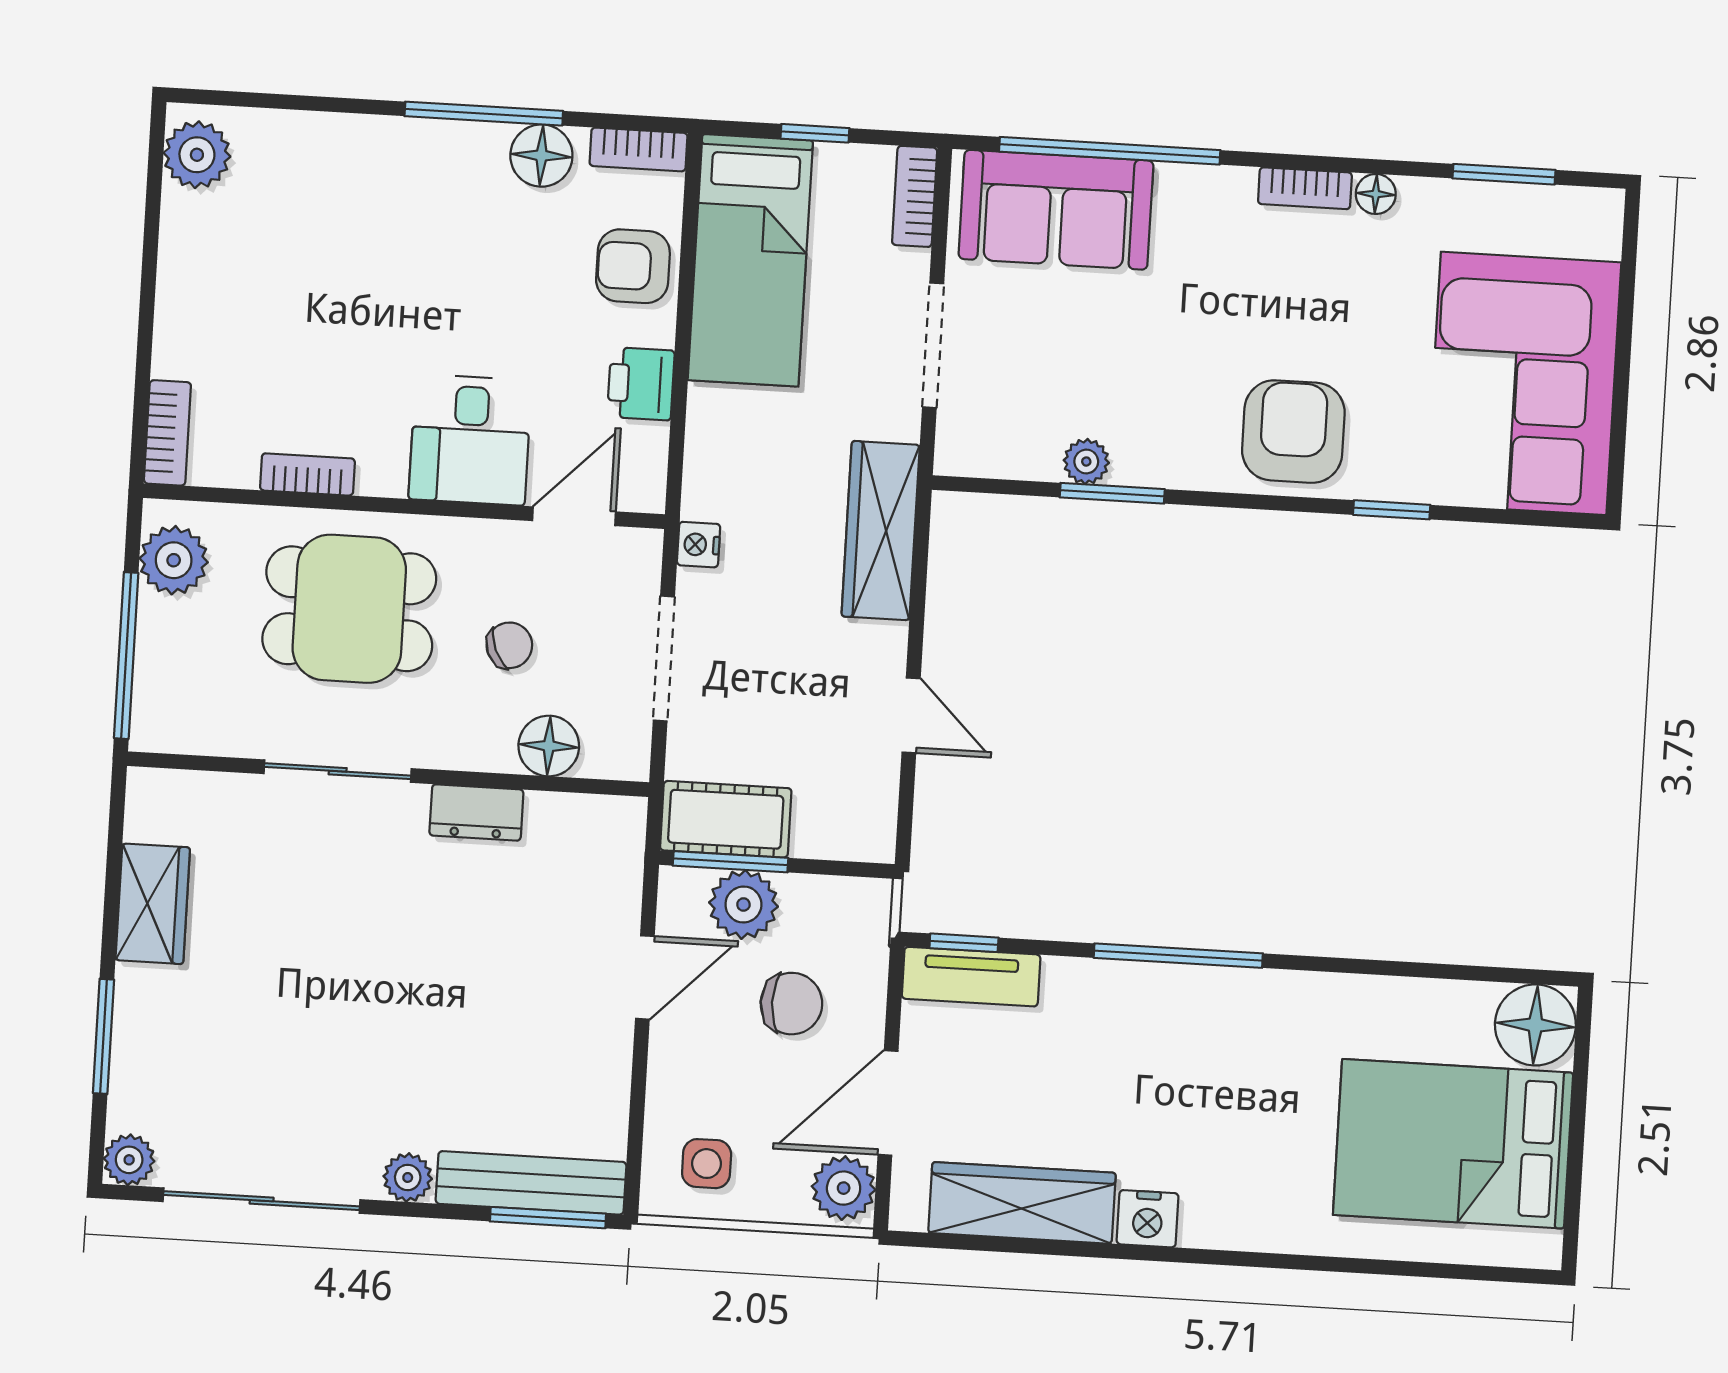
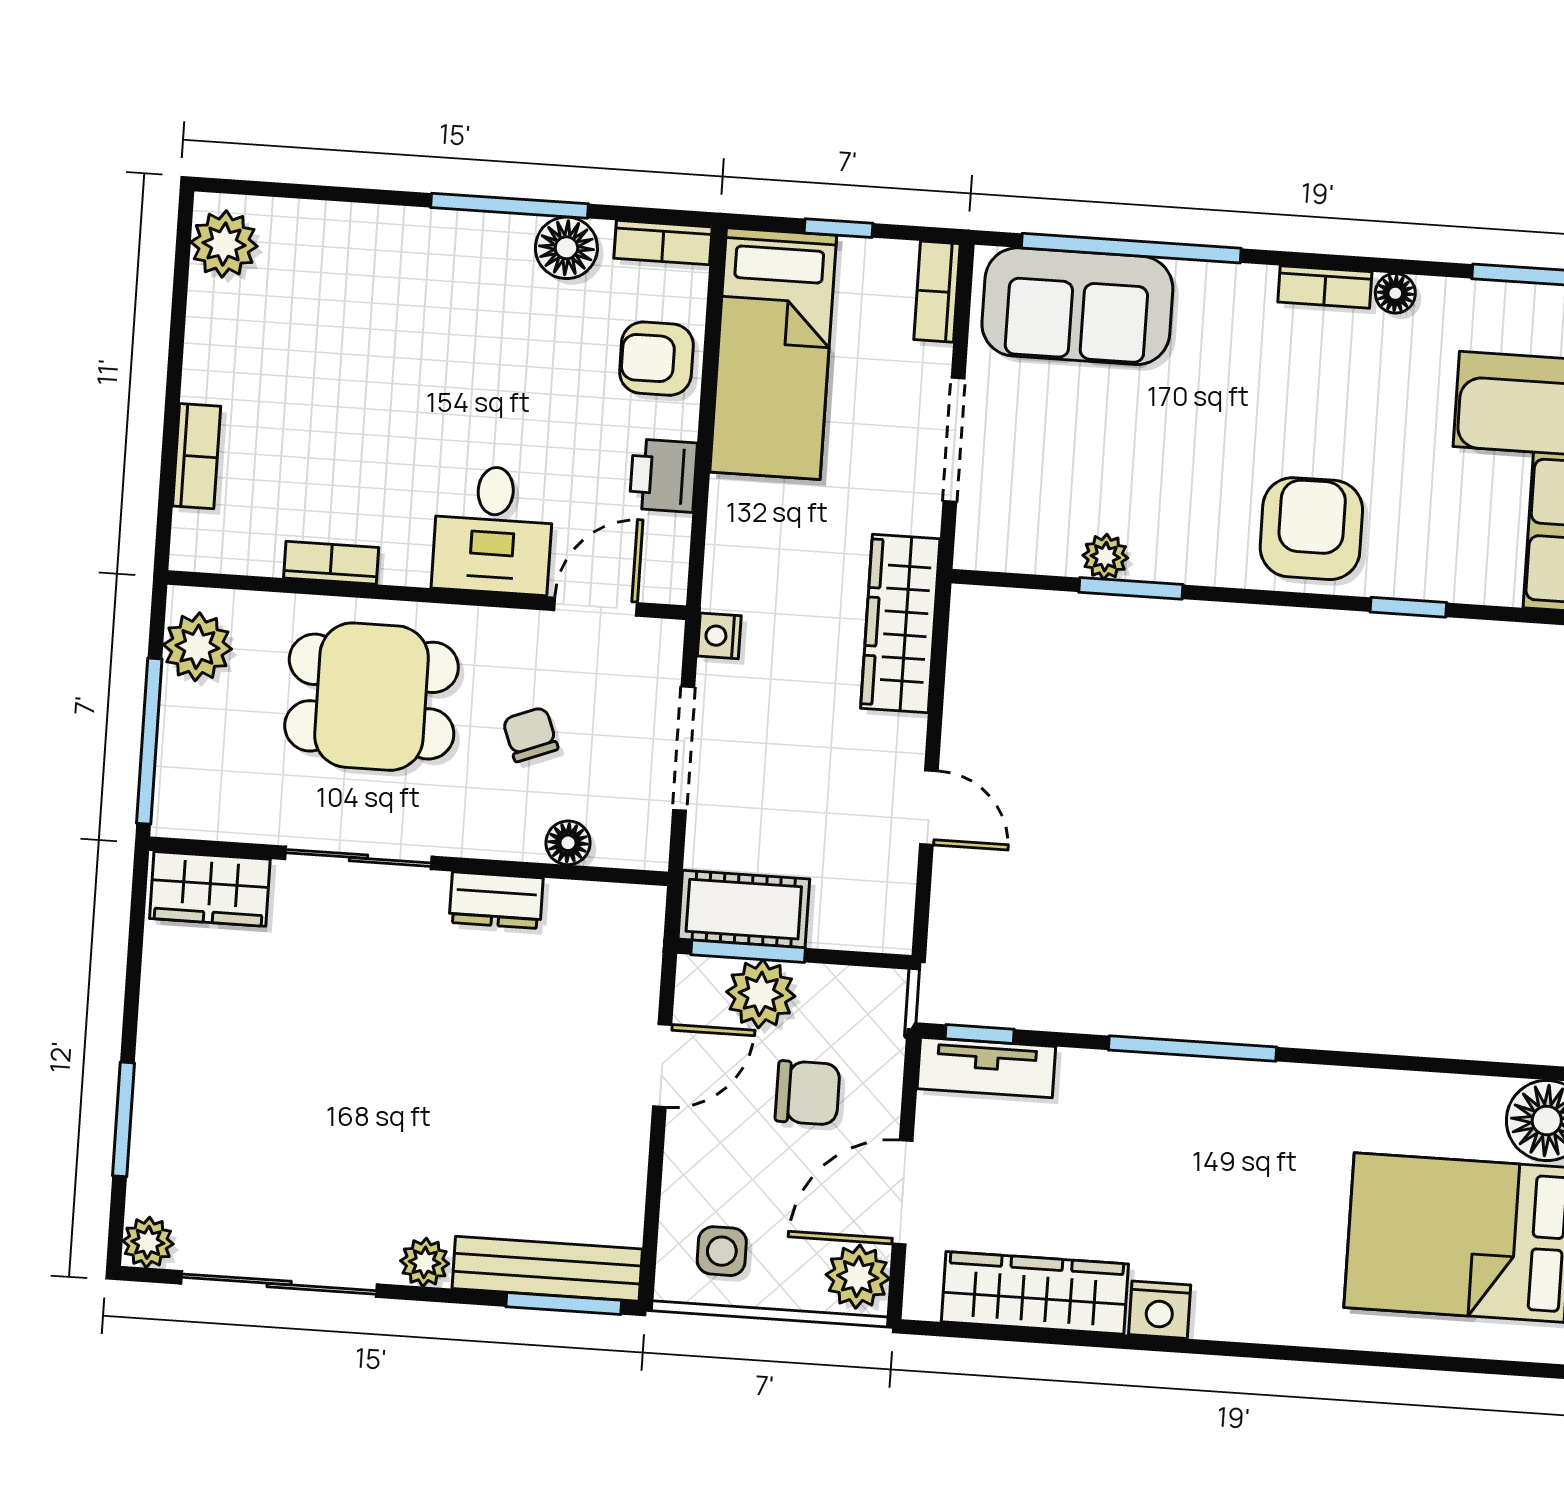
bookcase: (167, 433) -> (197, 456), moved
chair: (509, 645) -> (530, 734), turned -88
floor lamp: (549, 746) -> (568, 843), width x0.73, depth x0.73
wardrobe: (153, 904) -> (210, 889), moved, turned 90

